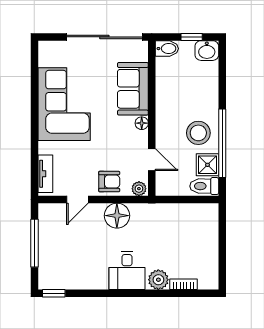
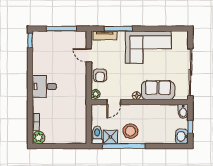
window: (34, 152) -> (118, 29), added
floor lamp: (117, 216) -> (79, 80), removed
plant: (158, 280) -> (39, 138), moved

